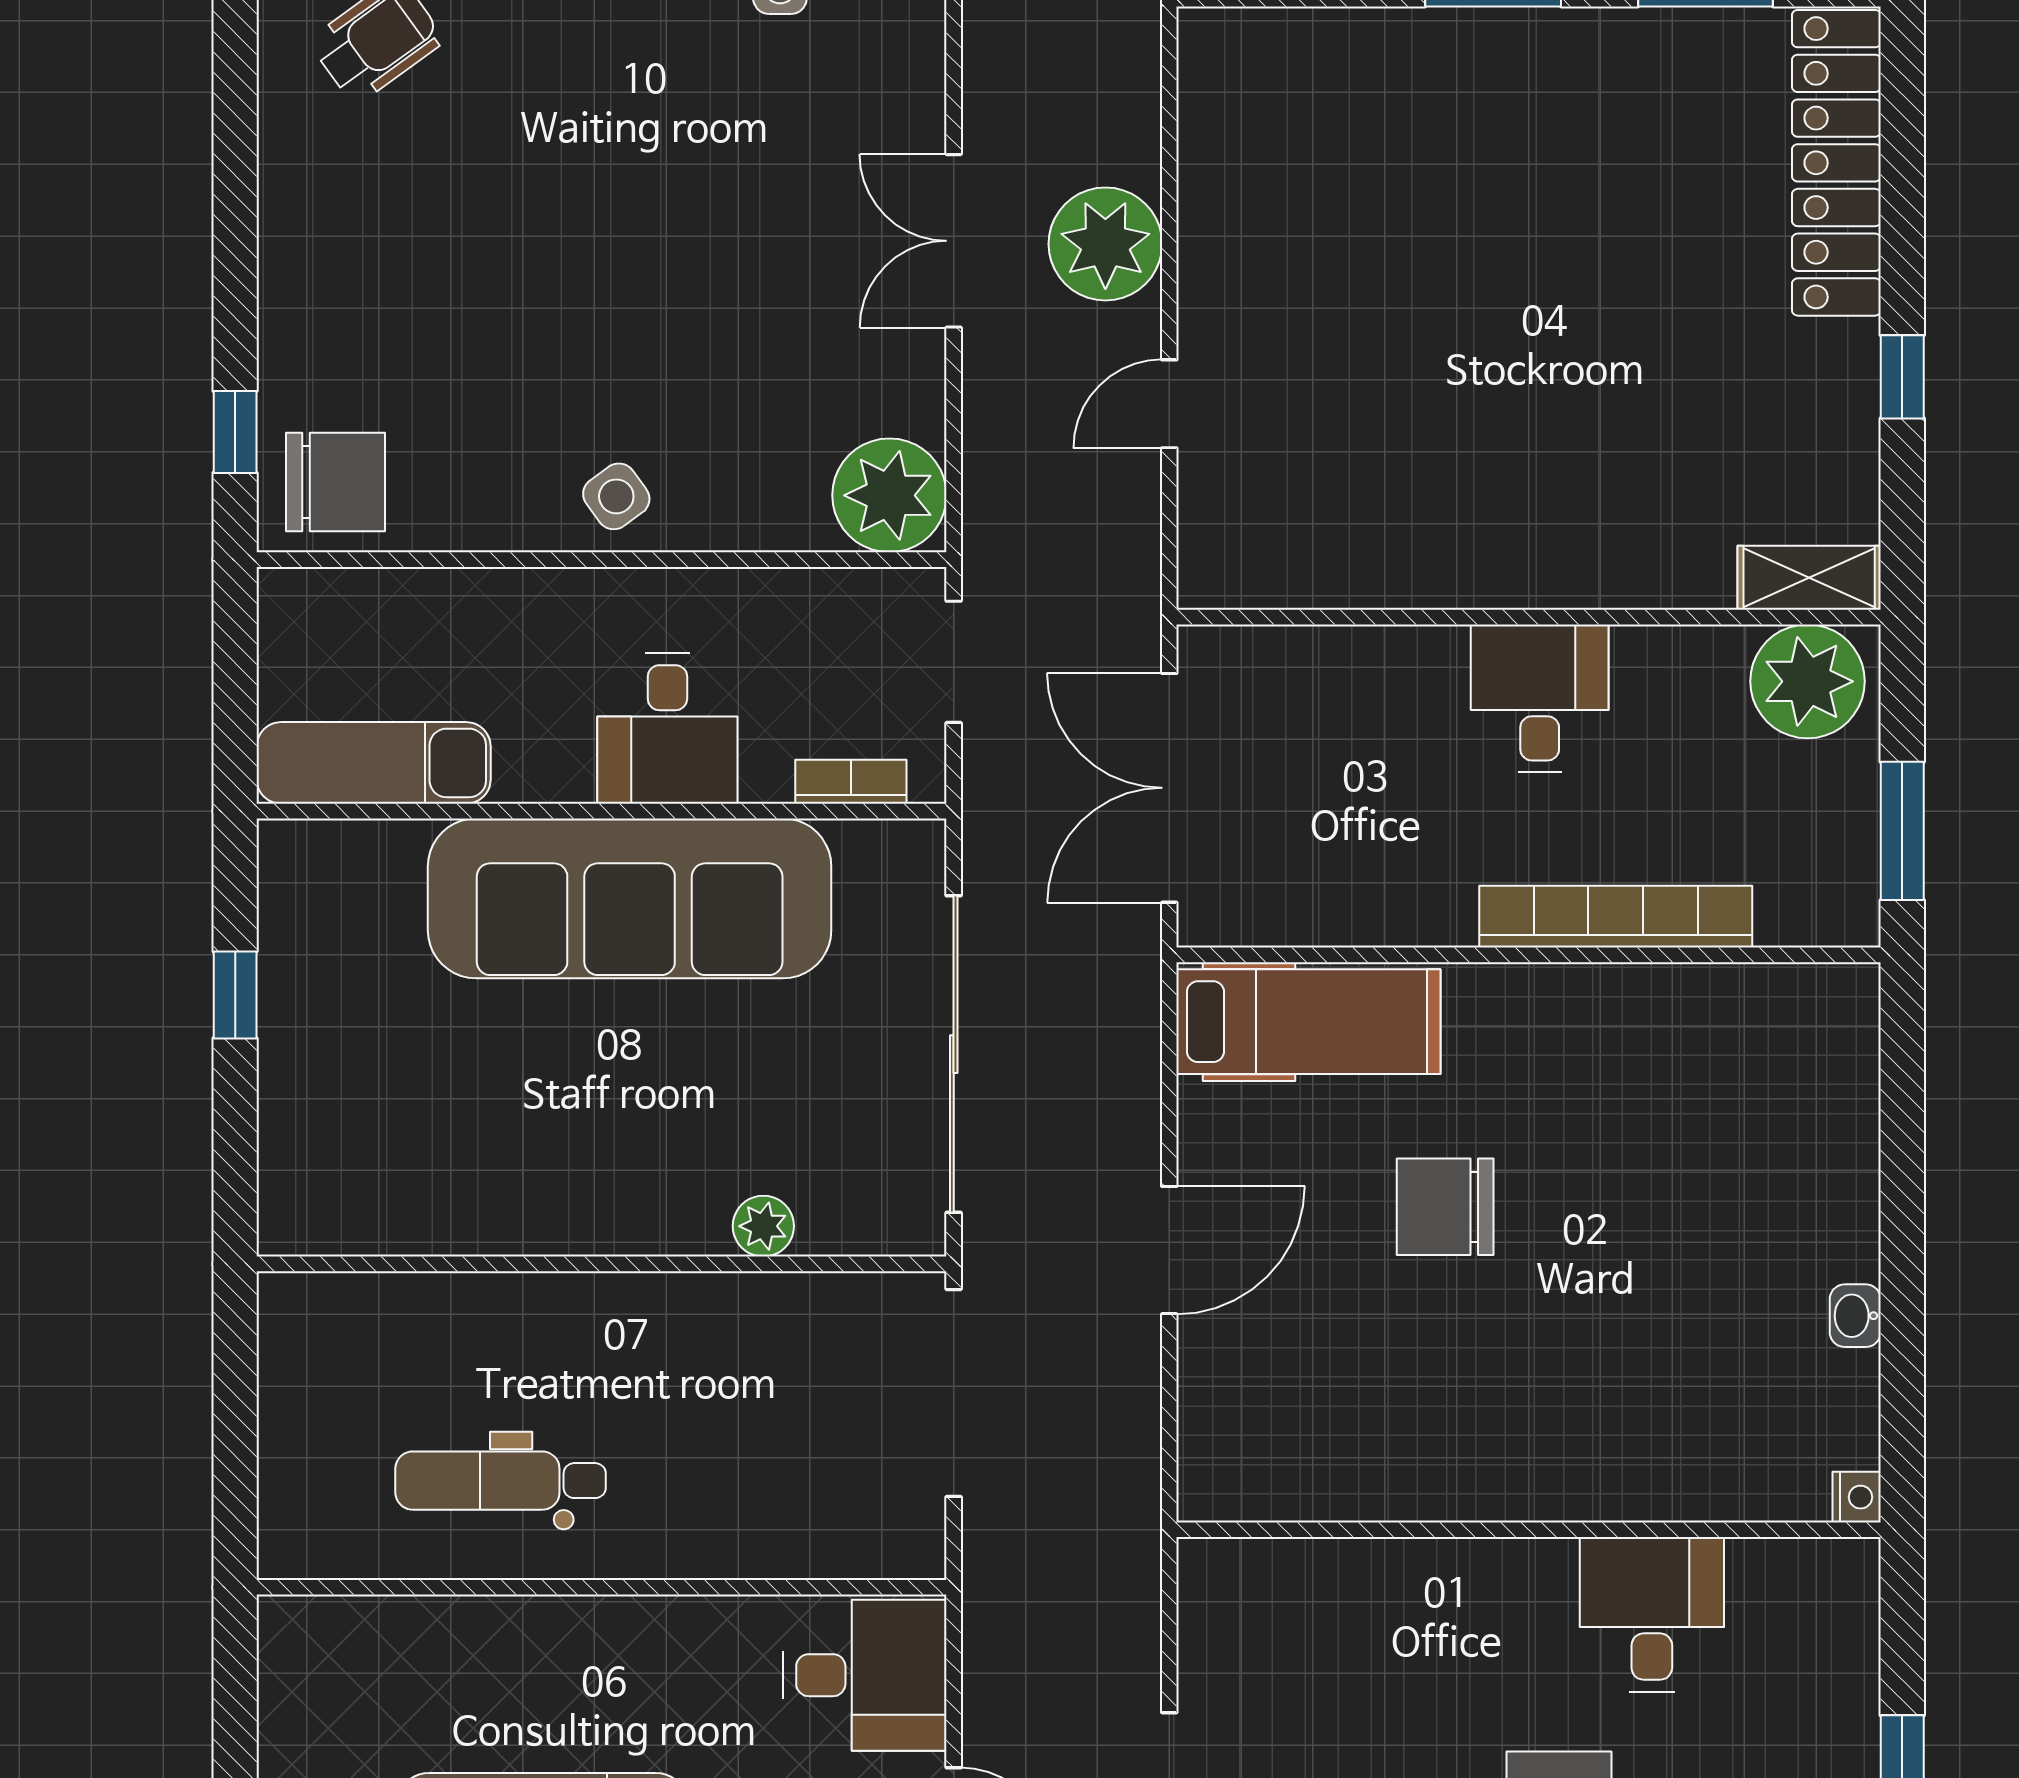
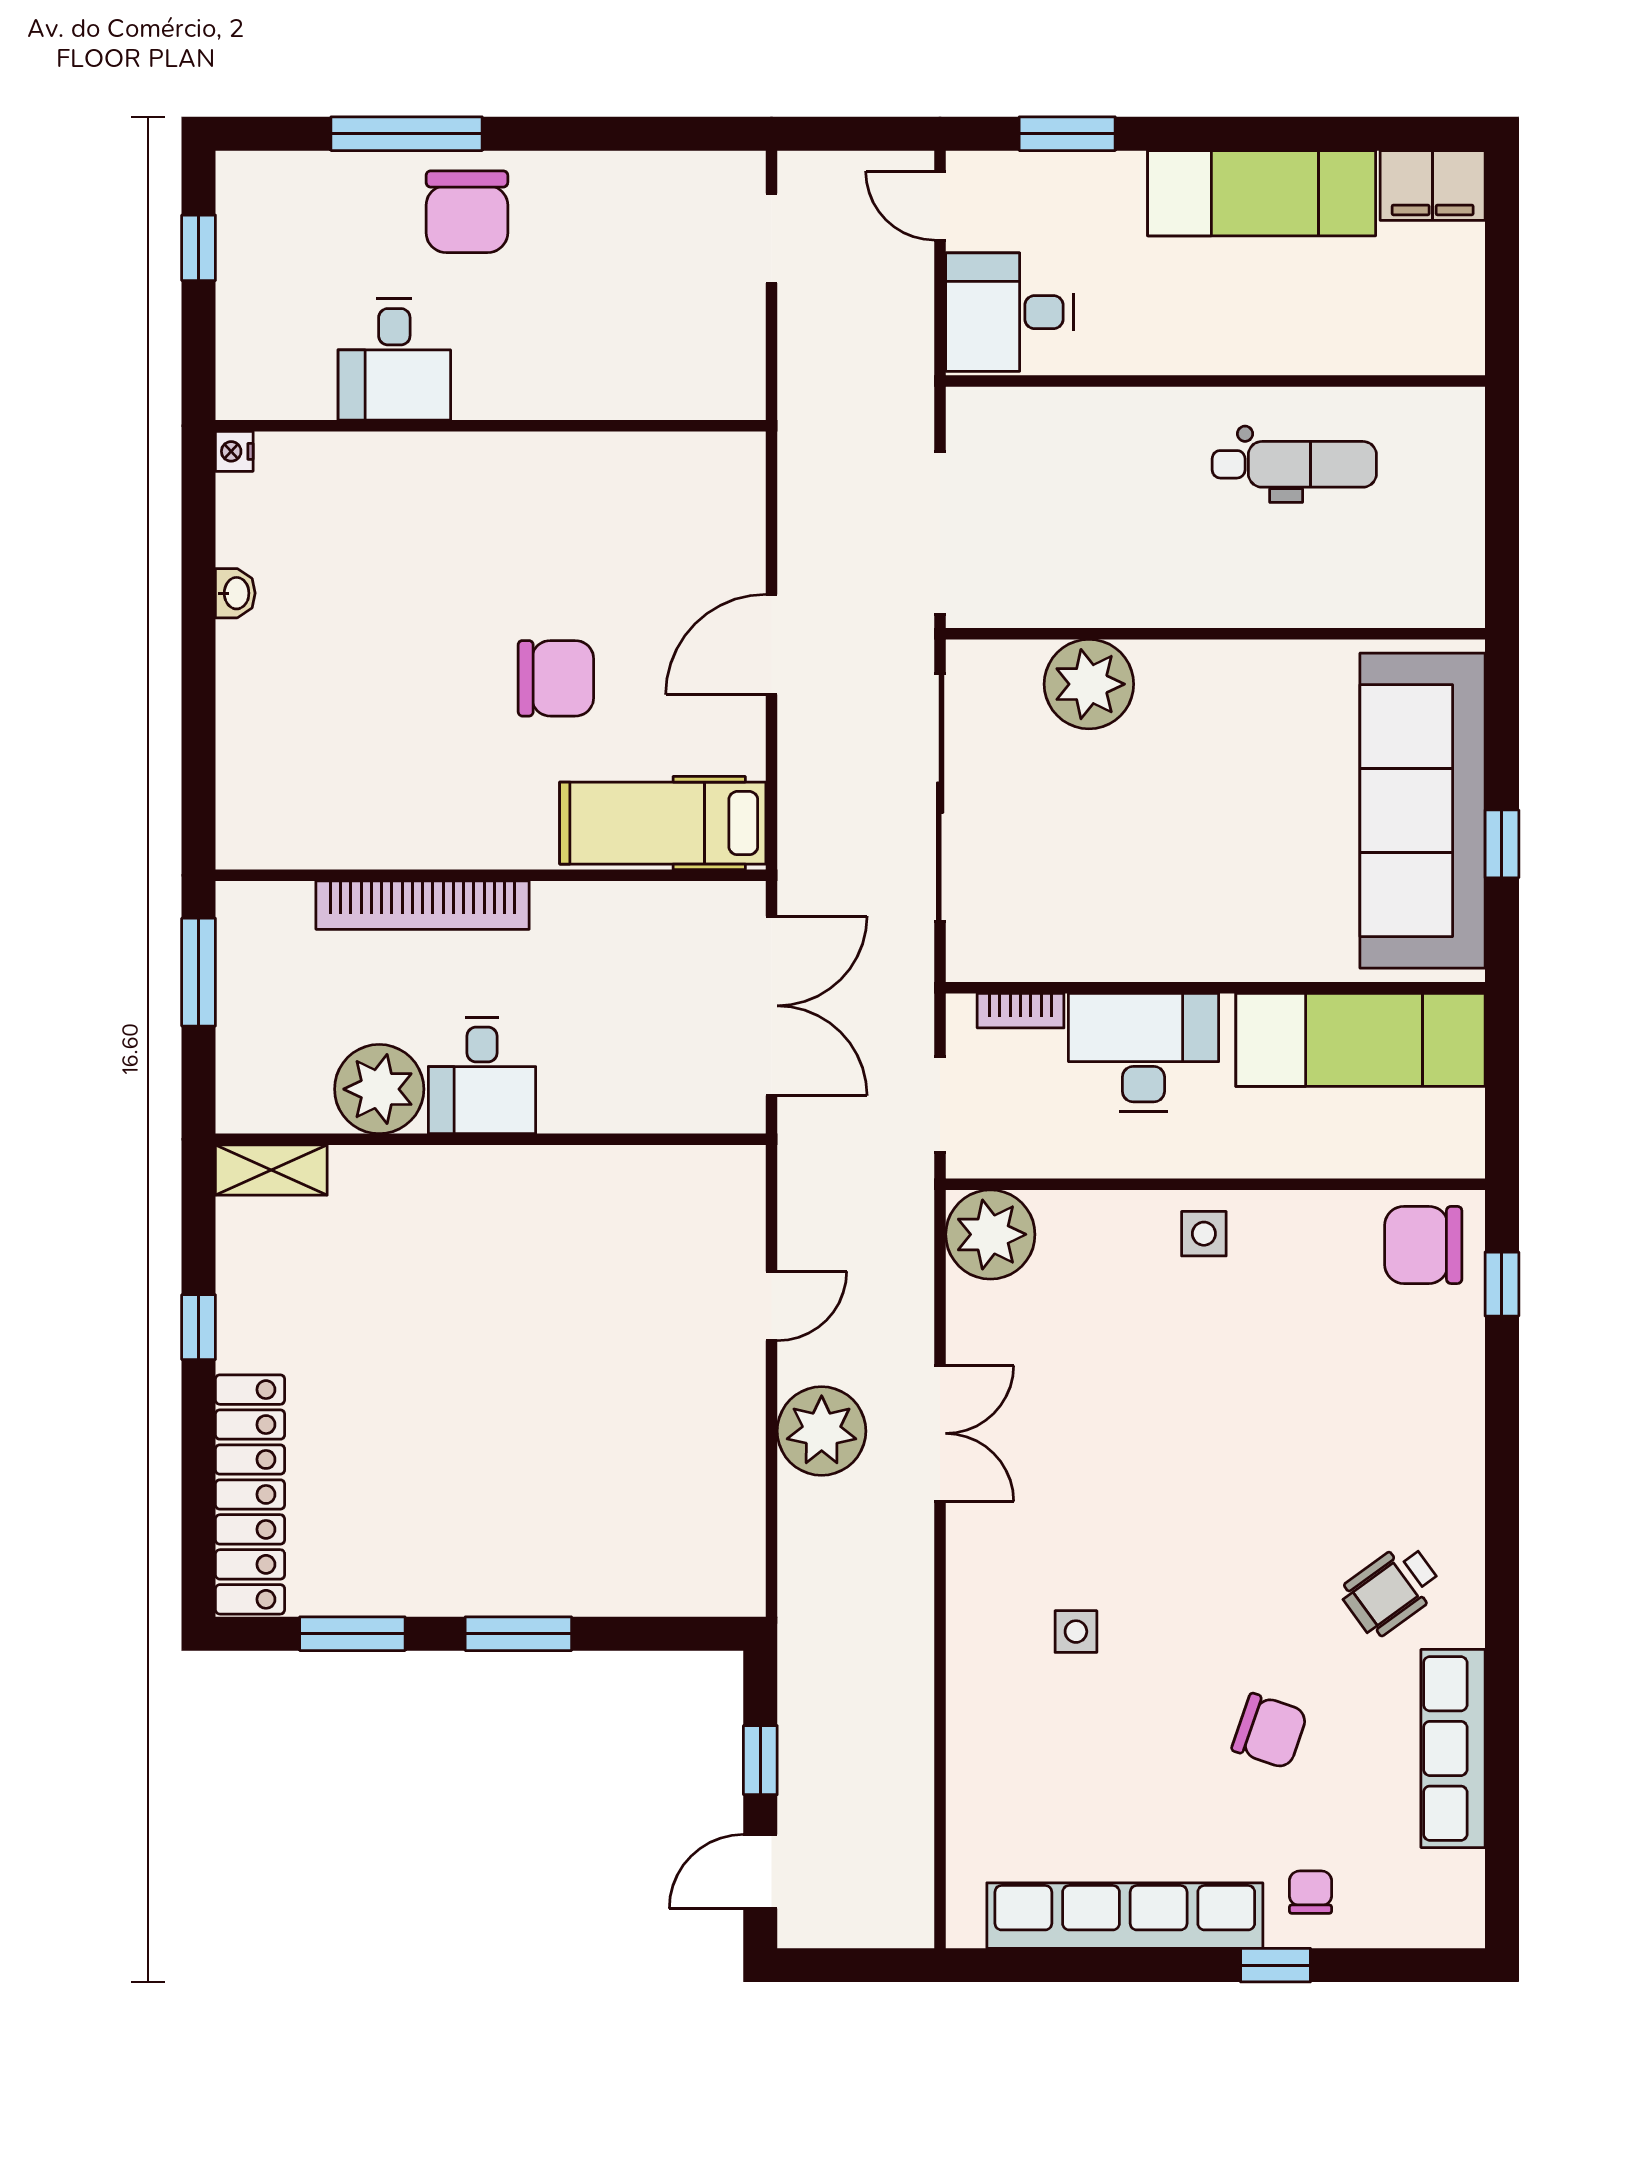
side table: (616, 496) -> (1204, 1234), turned 36
plant: (1808, 681) -> (379, 1089), moved
desk: (667, 728) -> (1143, 1052), width x1.37
exam couch: (374, 763) -> (1360, 1040), width x1.36, depth x1.45
sofa: (630, 898) -> (1422, 811), moved, turned -90
plant: (763, 1226) -> (1089, 684), width x1.87, depth x1.87

